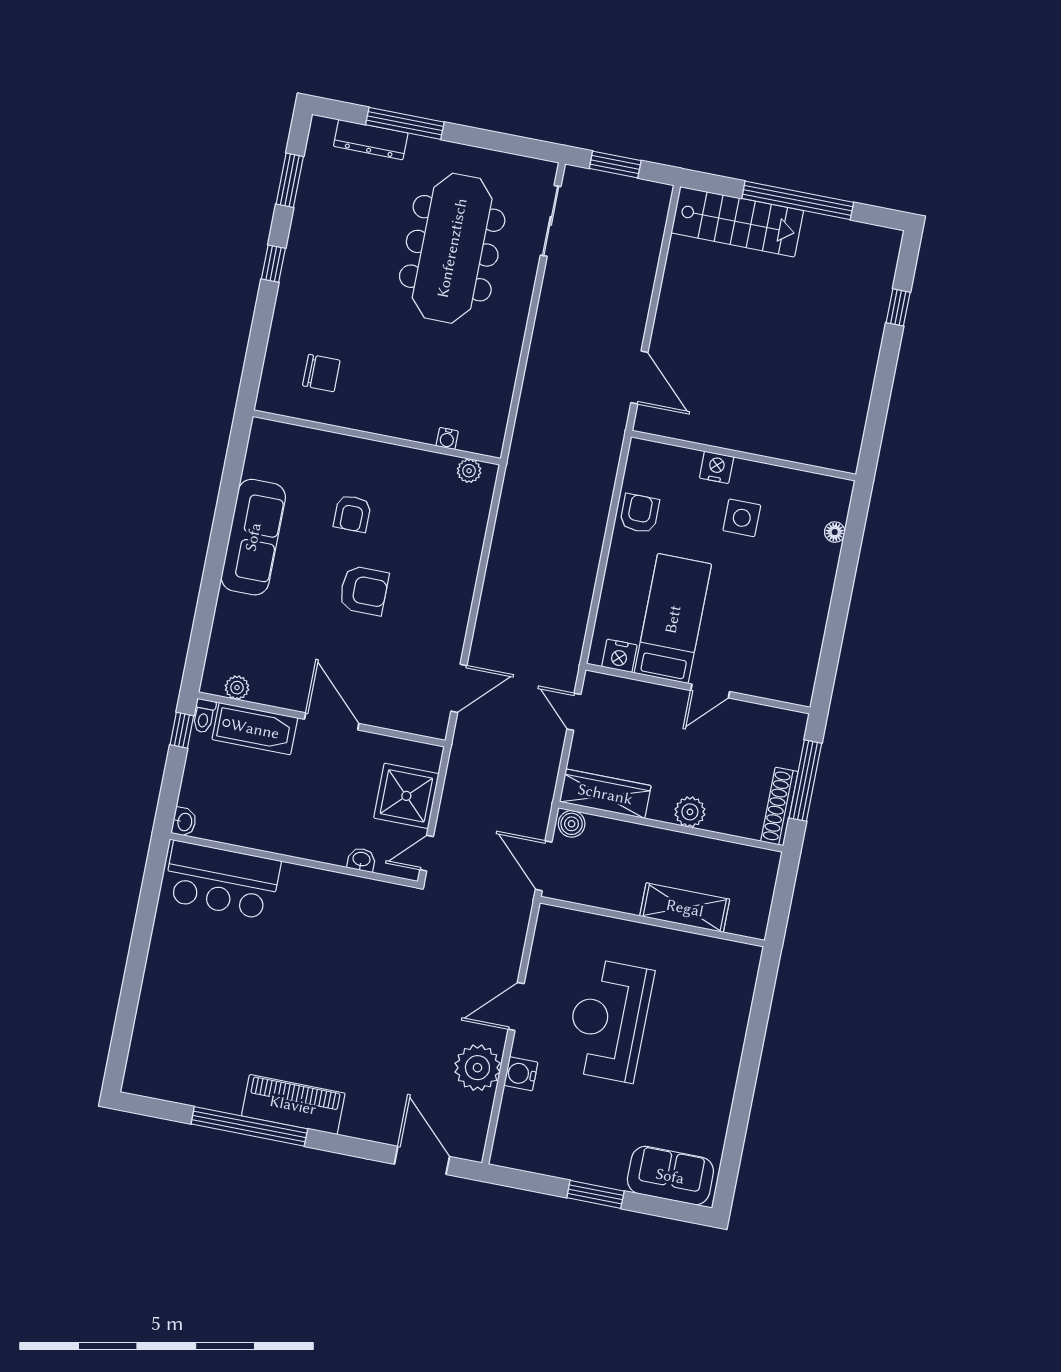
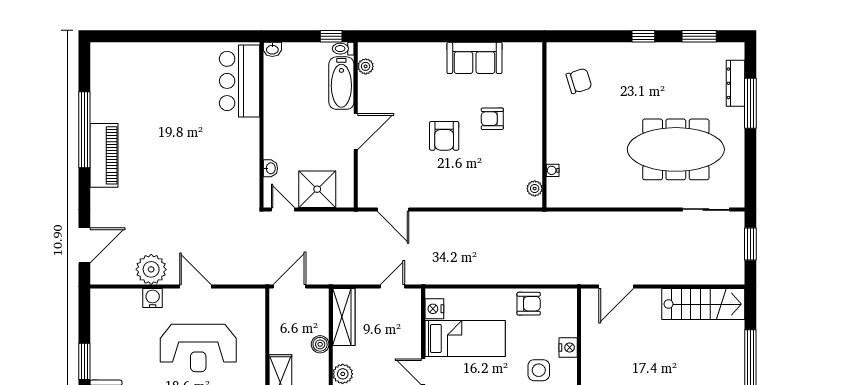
stairs: (737, 222) -> (703, 304), moved, turned -90
chair: (321, 373) -> (579, 81), turned -107
sofa: (253, 537) -> (474, 58), width x0.73
boiler: (572, 824) -> (320, 344), moved
reception desk: (609, 1020) -> (198, 348), turned 180

